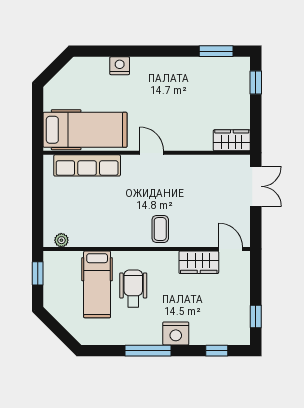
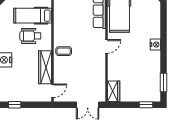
nightstand: (120, 66) -> (155, 45), moved
wardrobe: (199, 262) -> (45, 67), width x1.50
wheelchair: (133, 288) -> (30, 36), turned 180

